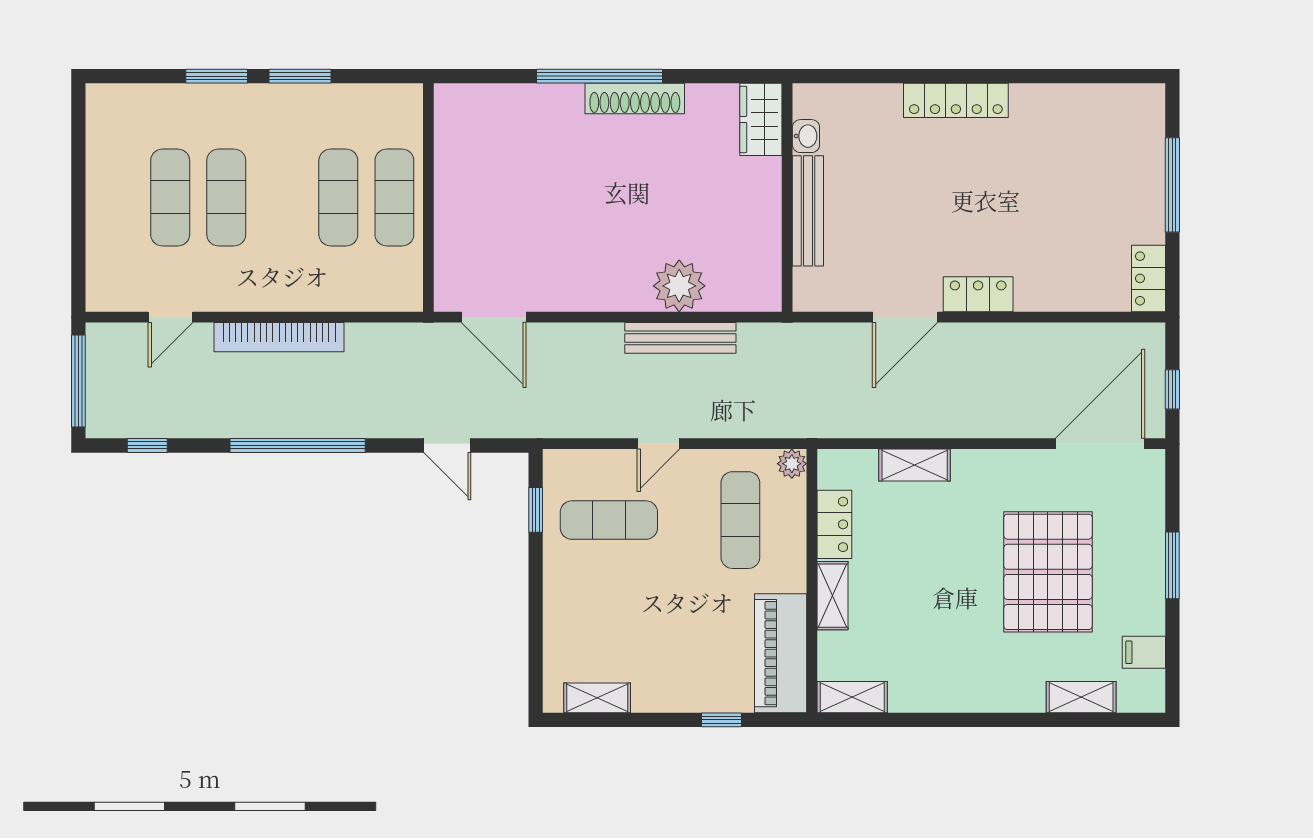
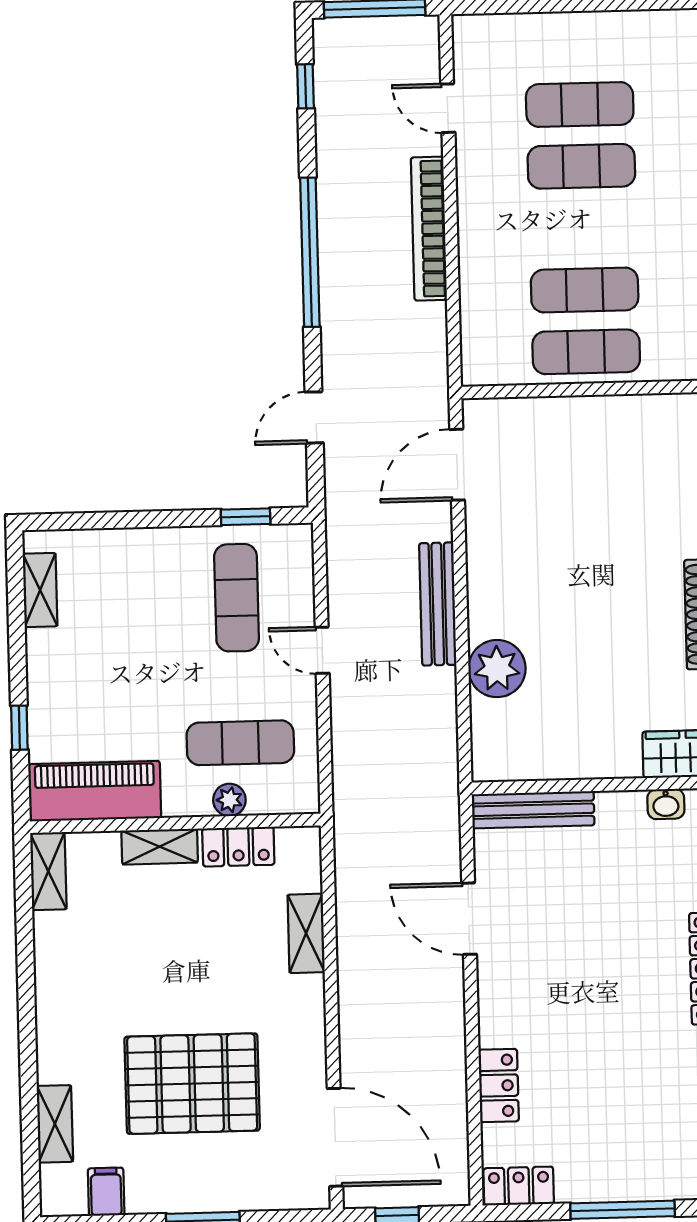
bench: (808, 211) -> (533, 810), moved
locker: (978, 294) -> (499, 1085), moved
bench: (680, 338) -> (438, 604), moved
plant: (792, 464) -> (229, 800), moved

